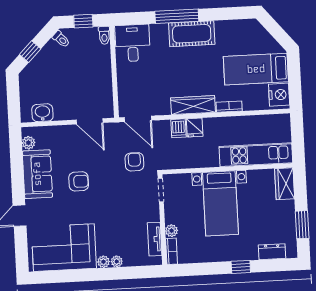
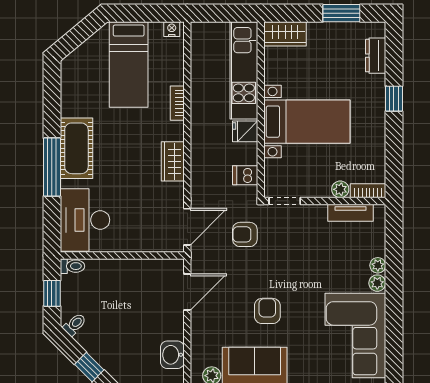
desk: (133, 43) -> (85, 220), width x1.37
nightstand: (279, 95) -> (172, 29), width x0.53, depth x0.56
wardrobe: (193, 105) -> (173, 161), width x0.67
fridge: (195, 127) -> (245, 131), moved, turned 180
dishwasher: (178, 128) -> (245, 175), moved, turned 180

